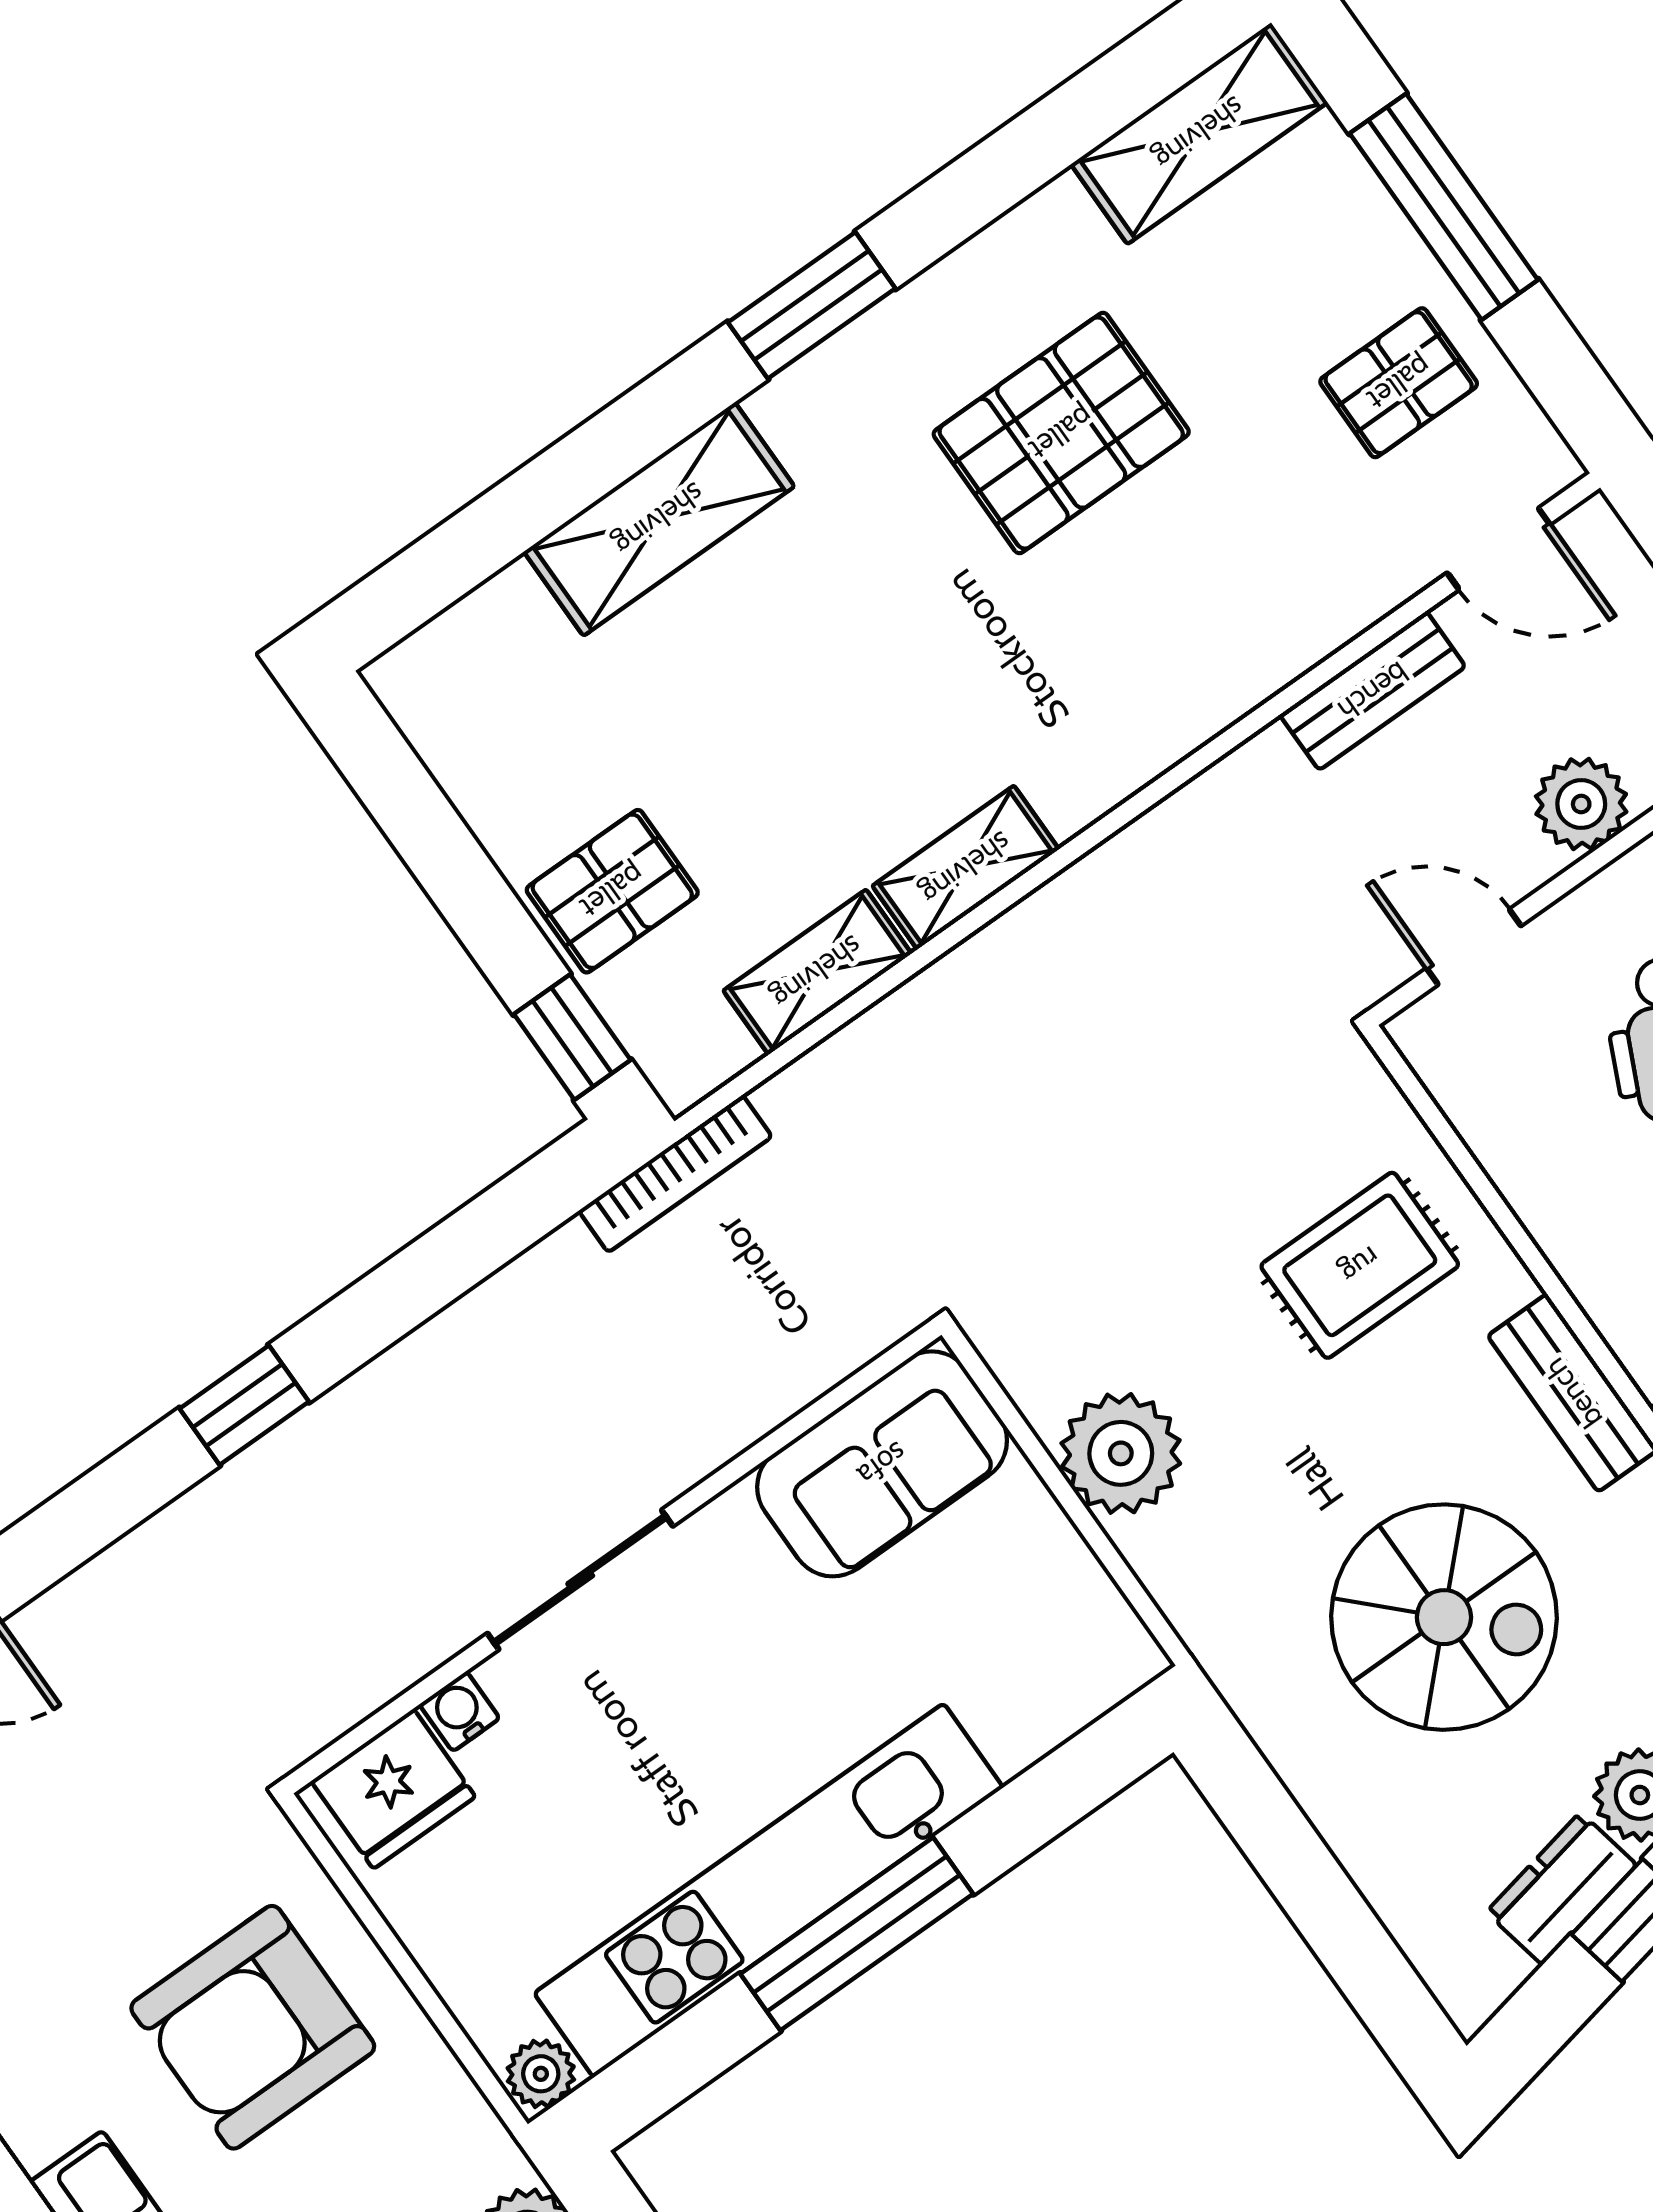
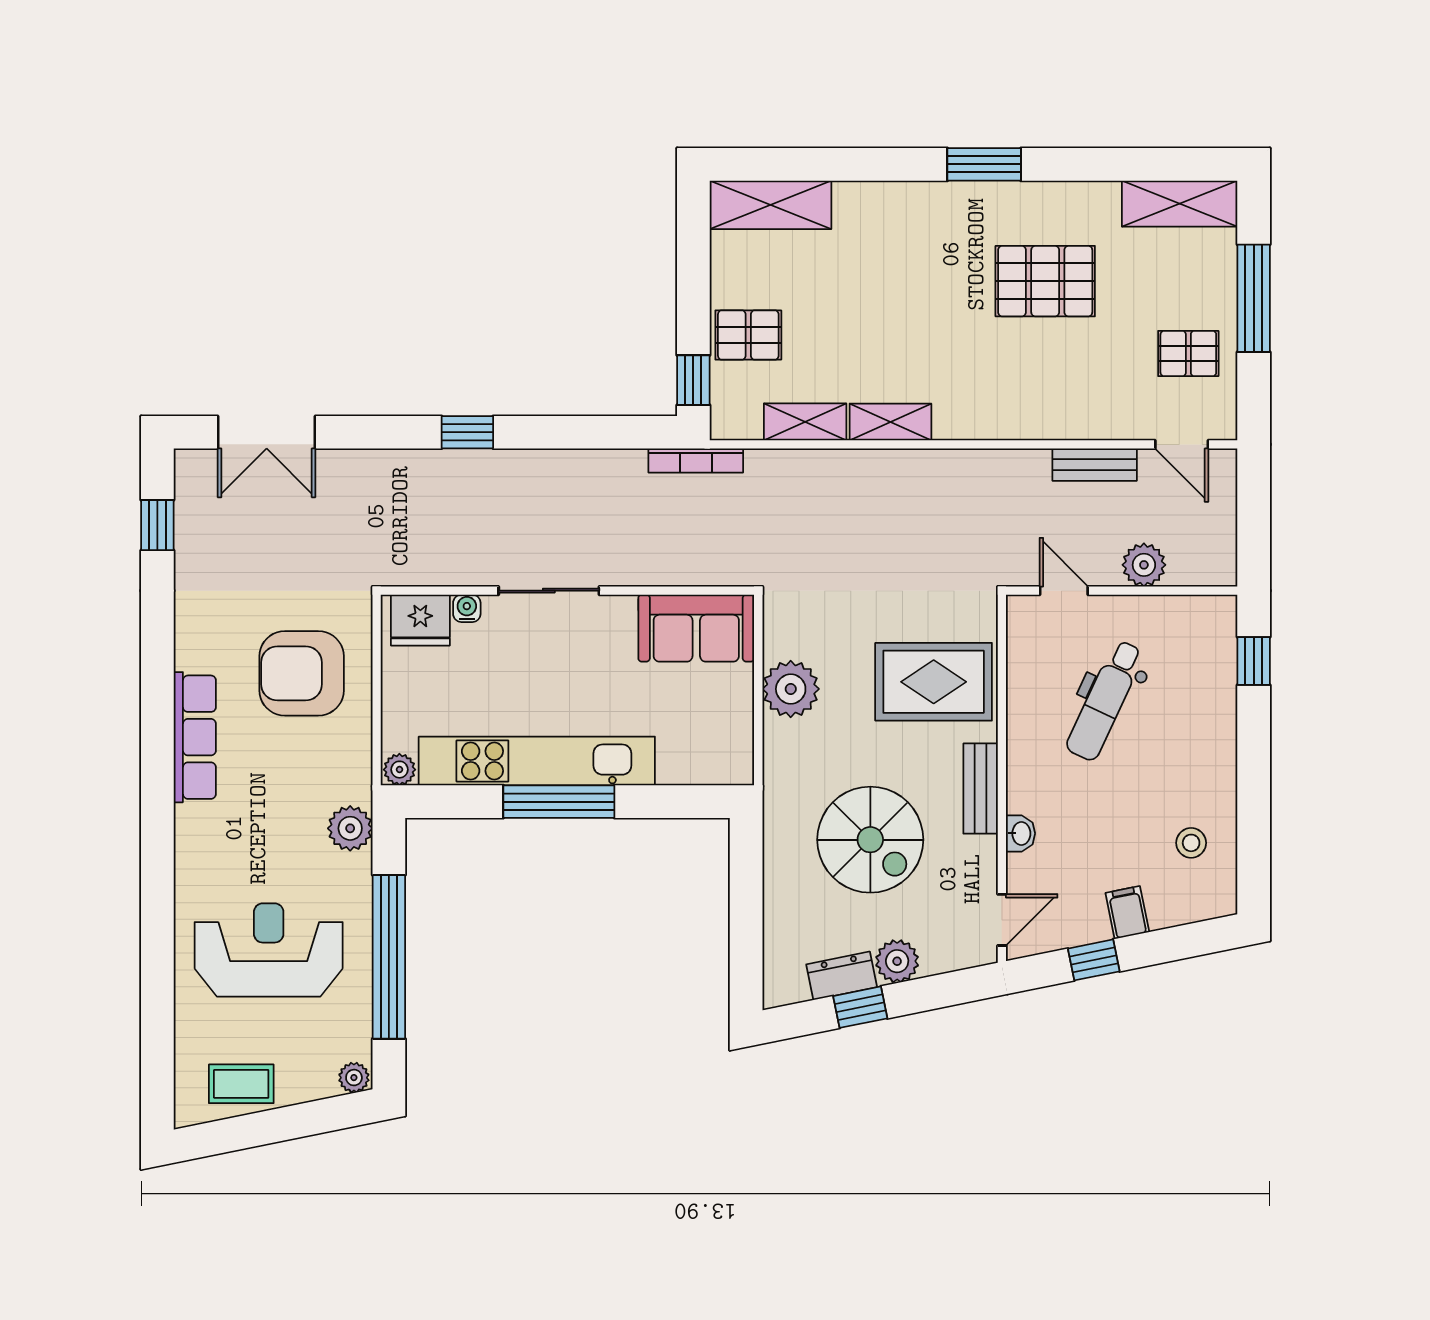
shelving: (659, 519) -> (770, 205), moved
rug: (1360, 1265) -> (934, 682), width x1.36, depth x1.43

